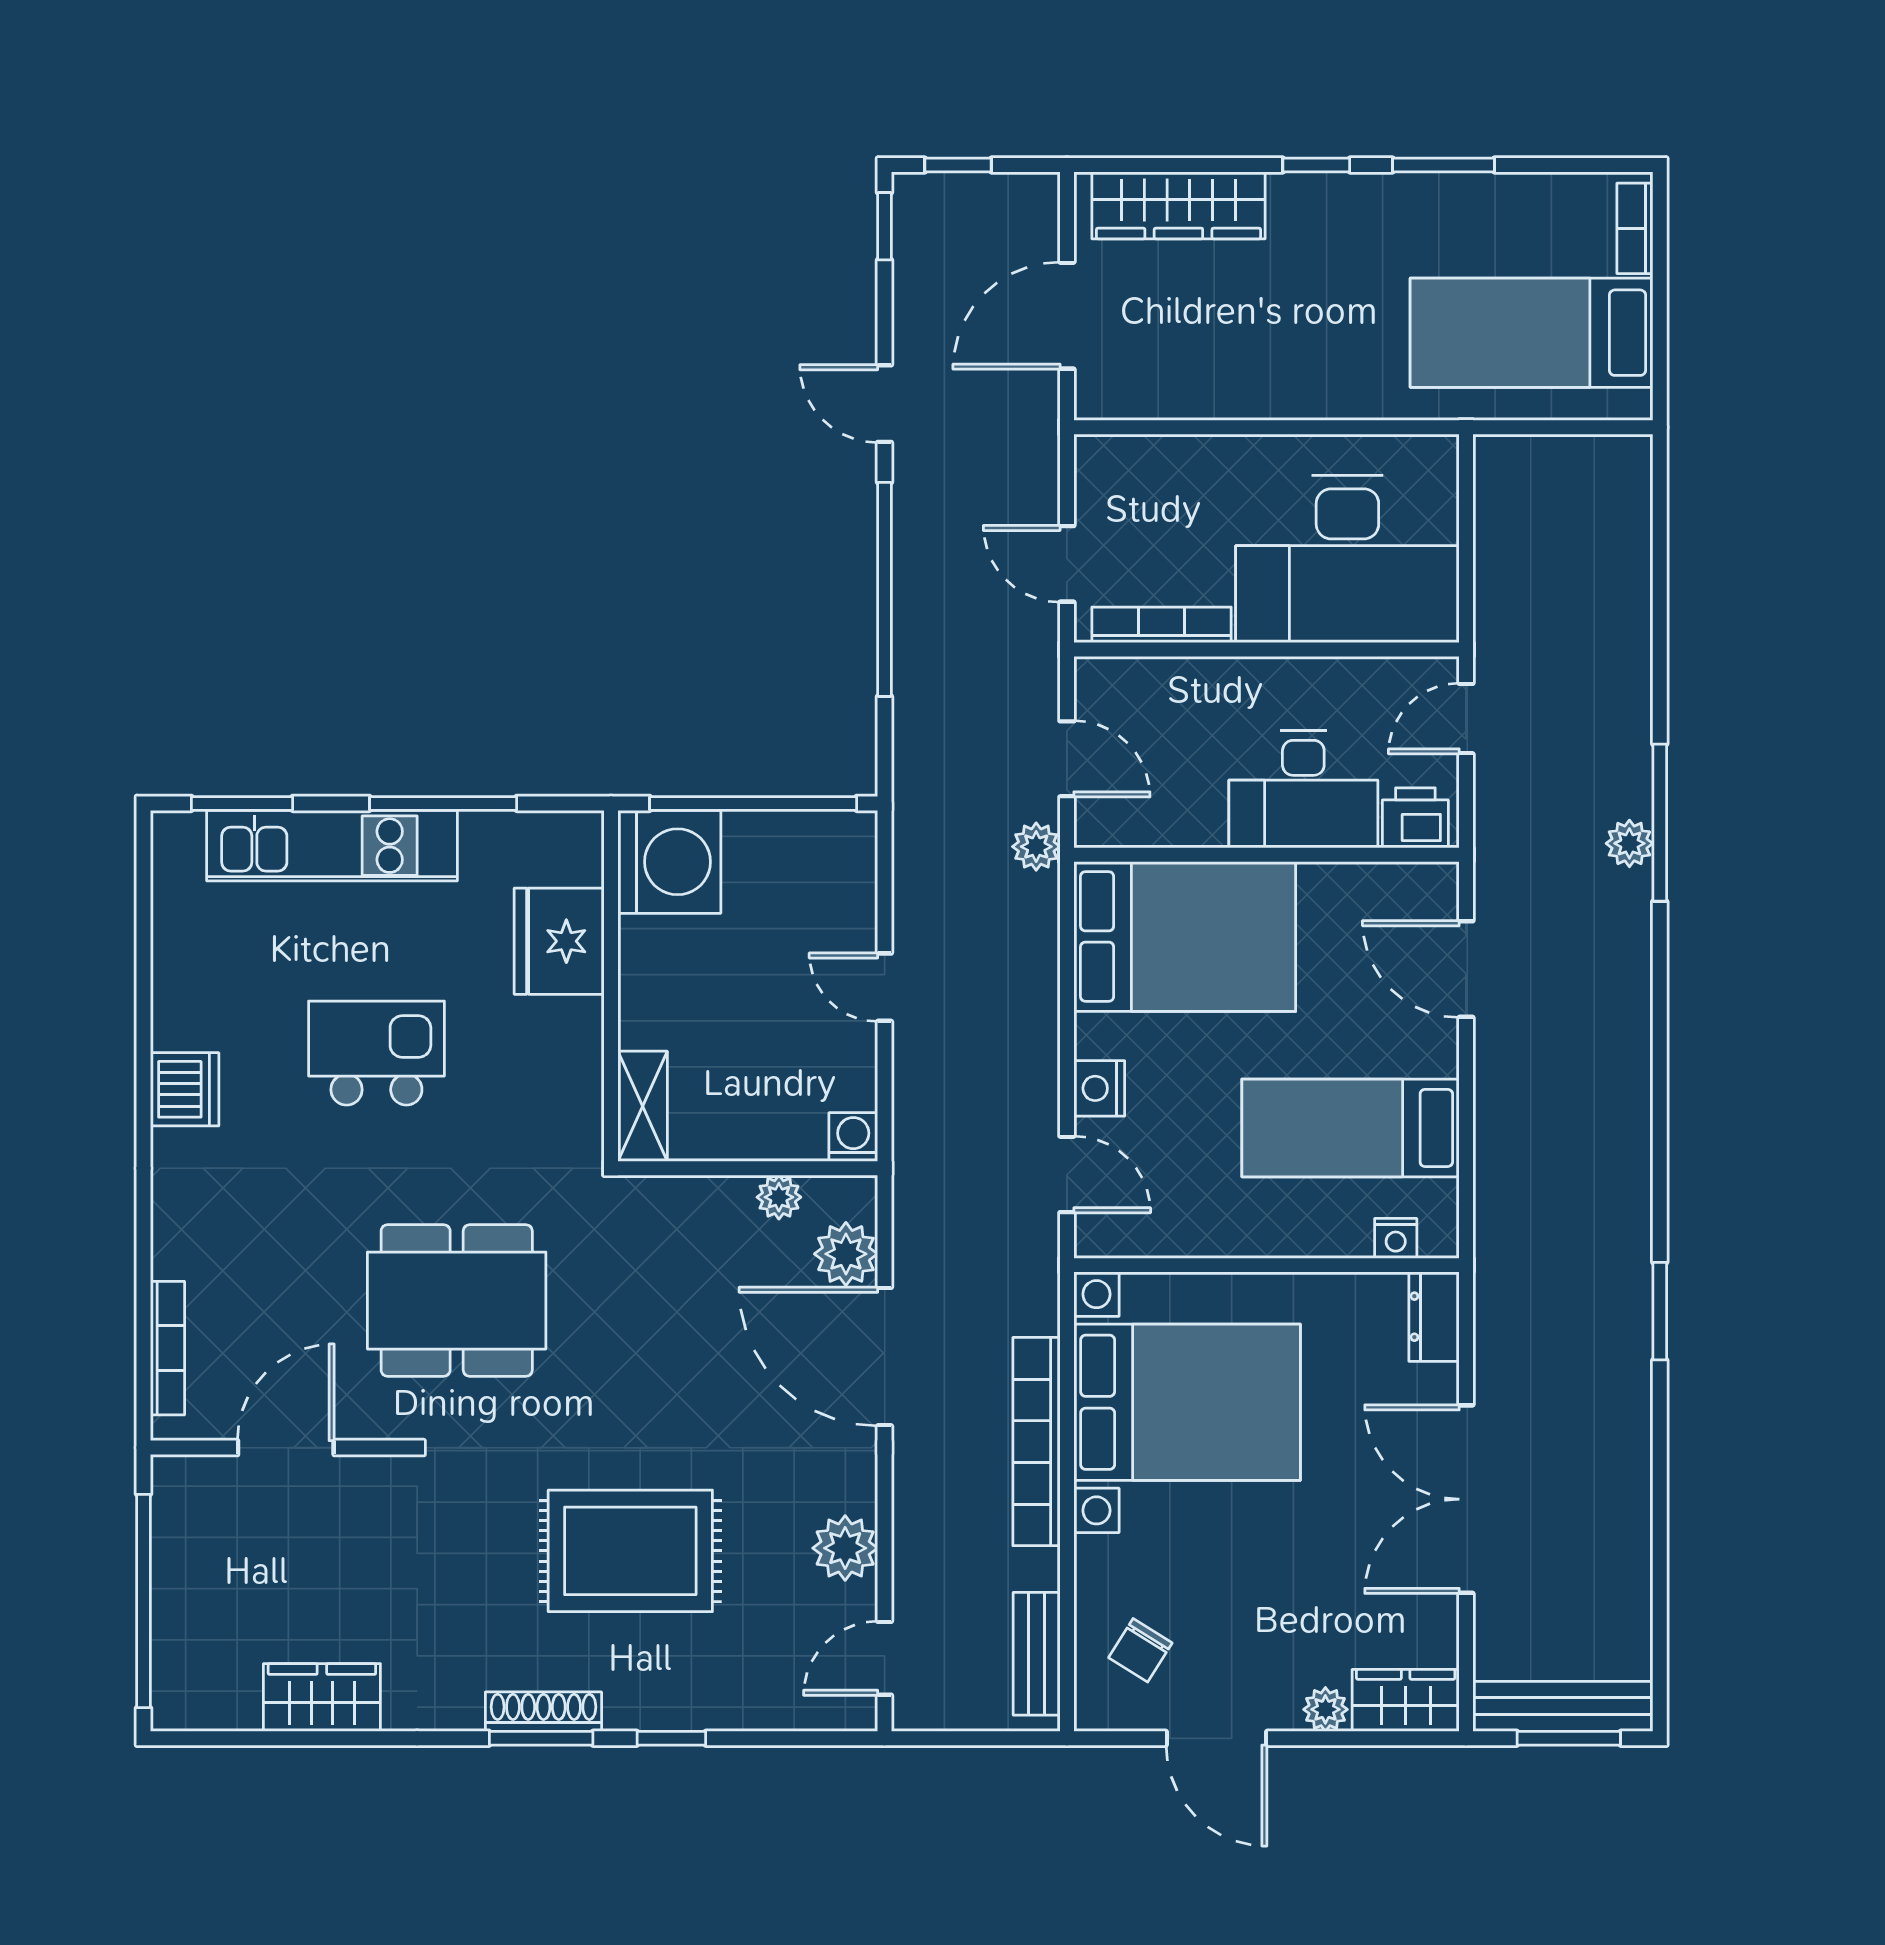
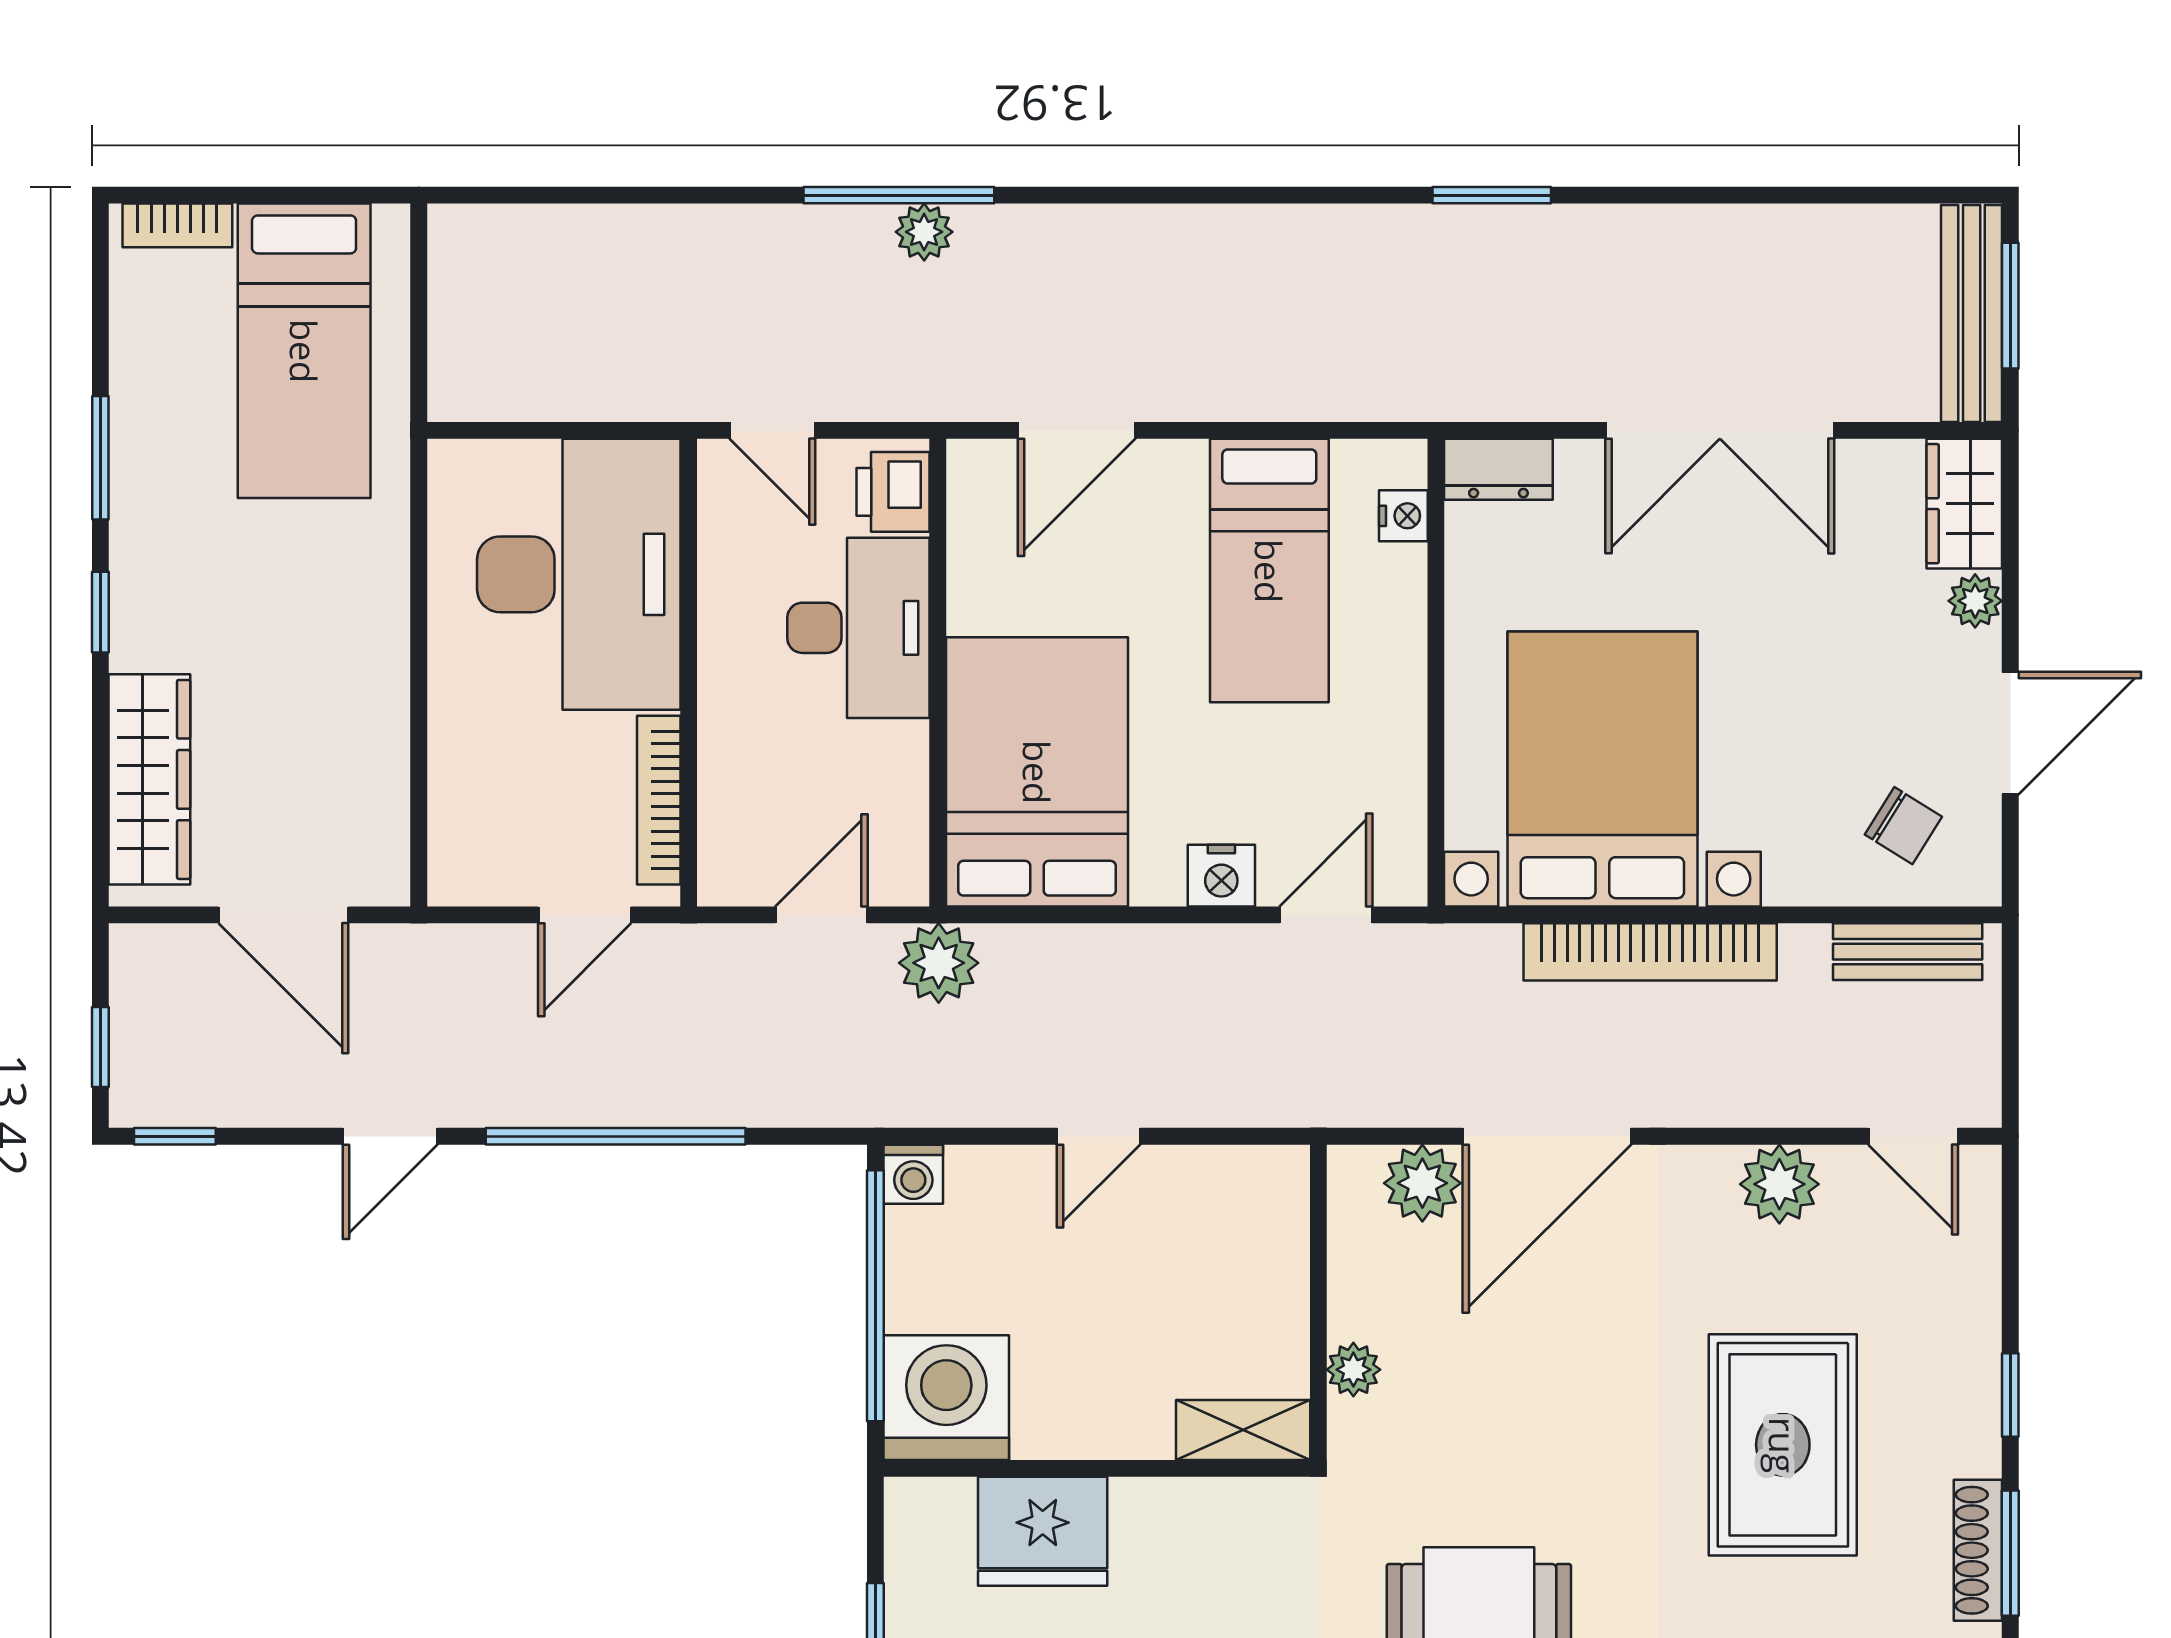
plant: (1036, 847) -> (939, 963), width x1.38, depth x1.38
washing machine: (853, 1137) -> (913, 1174), moved, turned -90
plant: (779, 1197) -> (1353, 1370), moved

